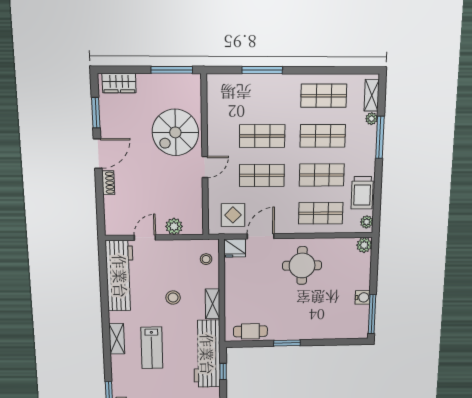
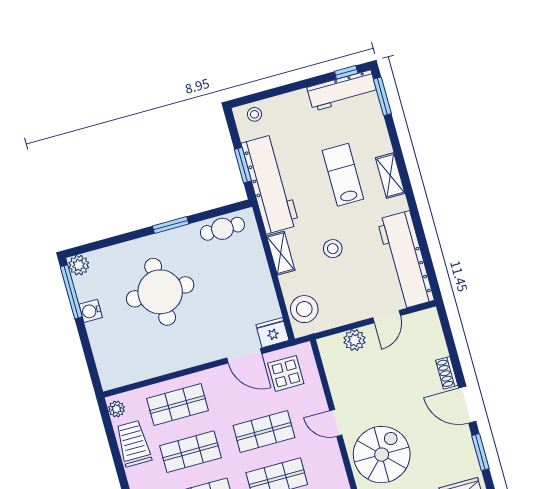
door: (98, 153) -> (467, 405), hinge flipped
door: (205, 167) -> (336, 423), hinge flipped
door: (261, 236) -> (244, 356), hinge flipped
plant: (364, 245) -> (79, 265), moved
stool: (206, 259) -> (304, 309), width x1.89, depth x1.89
round table: (302, 266) -> (160, 292), moved, width x1.36, depth x1.36
window: (223, 372) -> (243, 165), width x1.50

